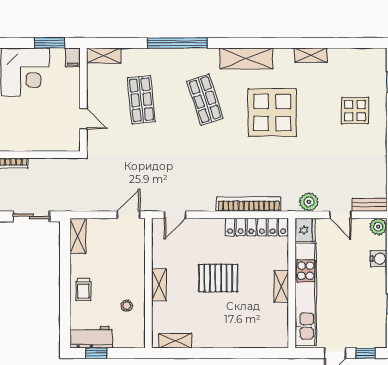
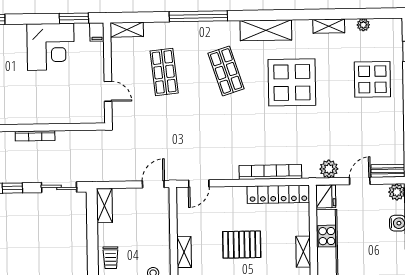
plant: (347, 54) -> (363, 25), added
display table: (355, 111) -> (372, 79), width x1.36, depth x1.36
door: (341, 215) -> (360, 181), swing flipped

